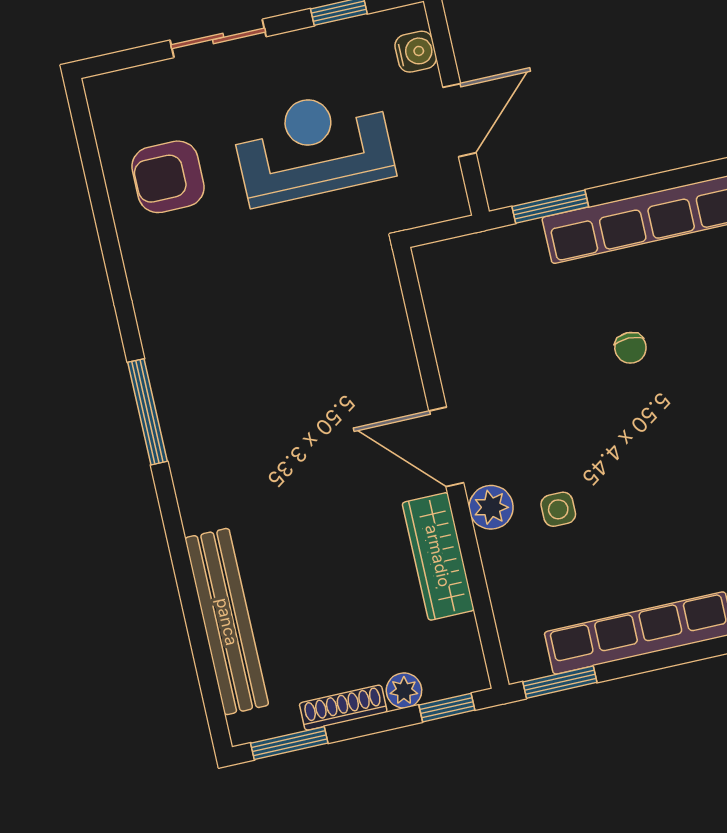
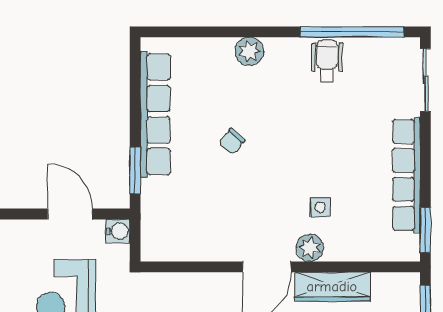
water cooler: (416, 52) -> (118, 231), moved, turned 90
chair: (630, 348) -> (232, 141), turned 131

